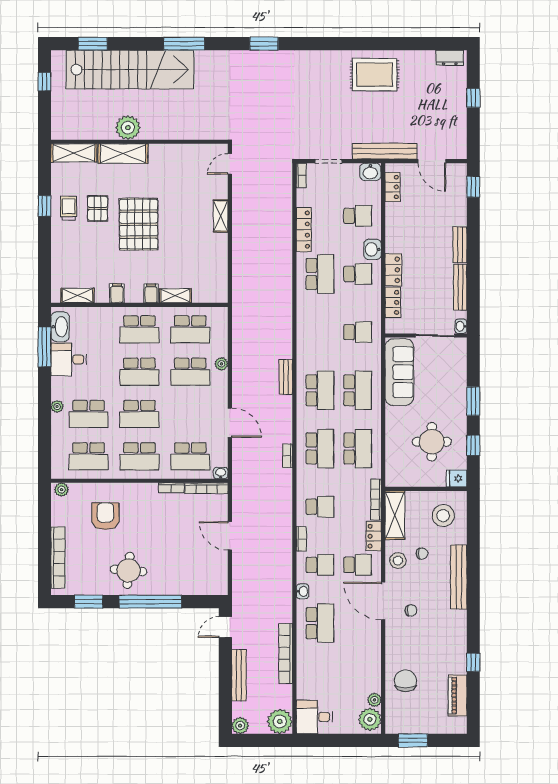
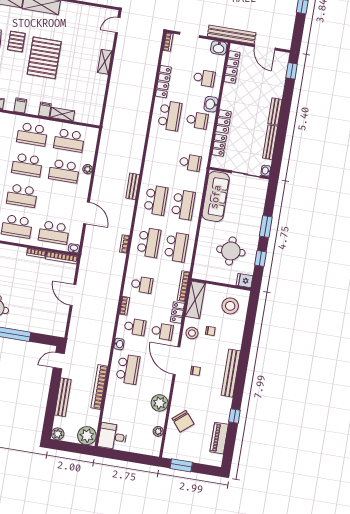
locker: (393, 187) -> (232, 67), width x1.53
bench: (459, 577) -> (231, 373), moved
chair: (405, 681) -> (183, 421), turned 140
plant: (370, 719) -> (160, 403), moved

